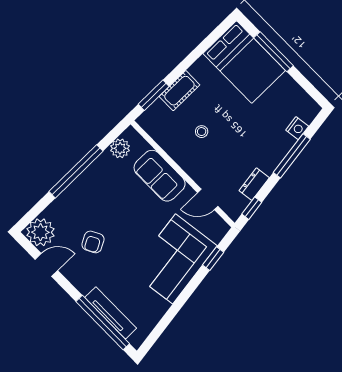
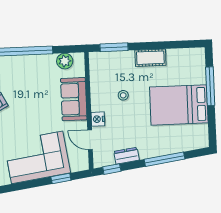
bed: (244, 62) -> (179, 105), moved, turned 90
cot: (179, 91) -> (150, 58), moved
nightstand: (297, 128) -> (98, 119), moved, turned 98

